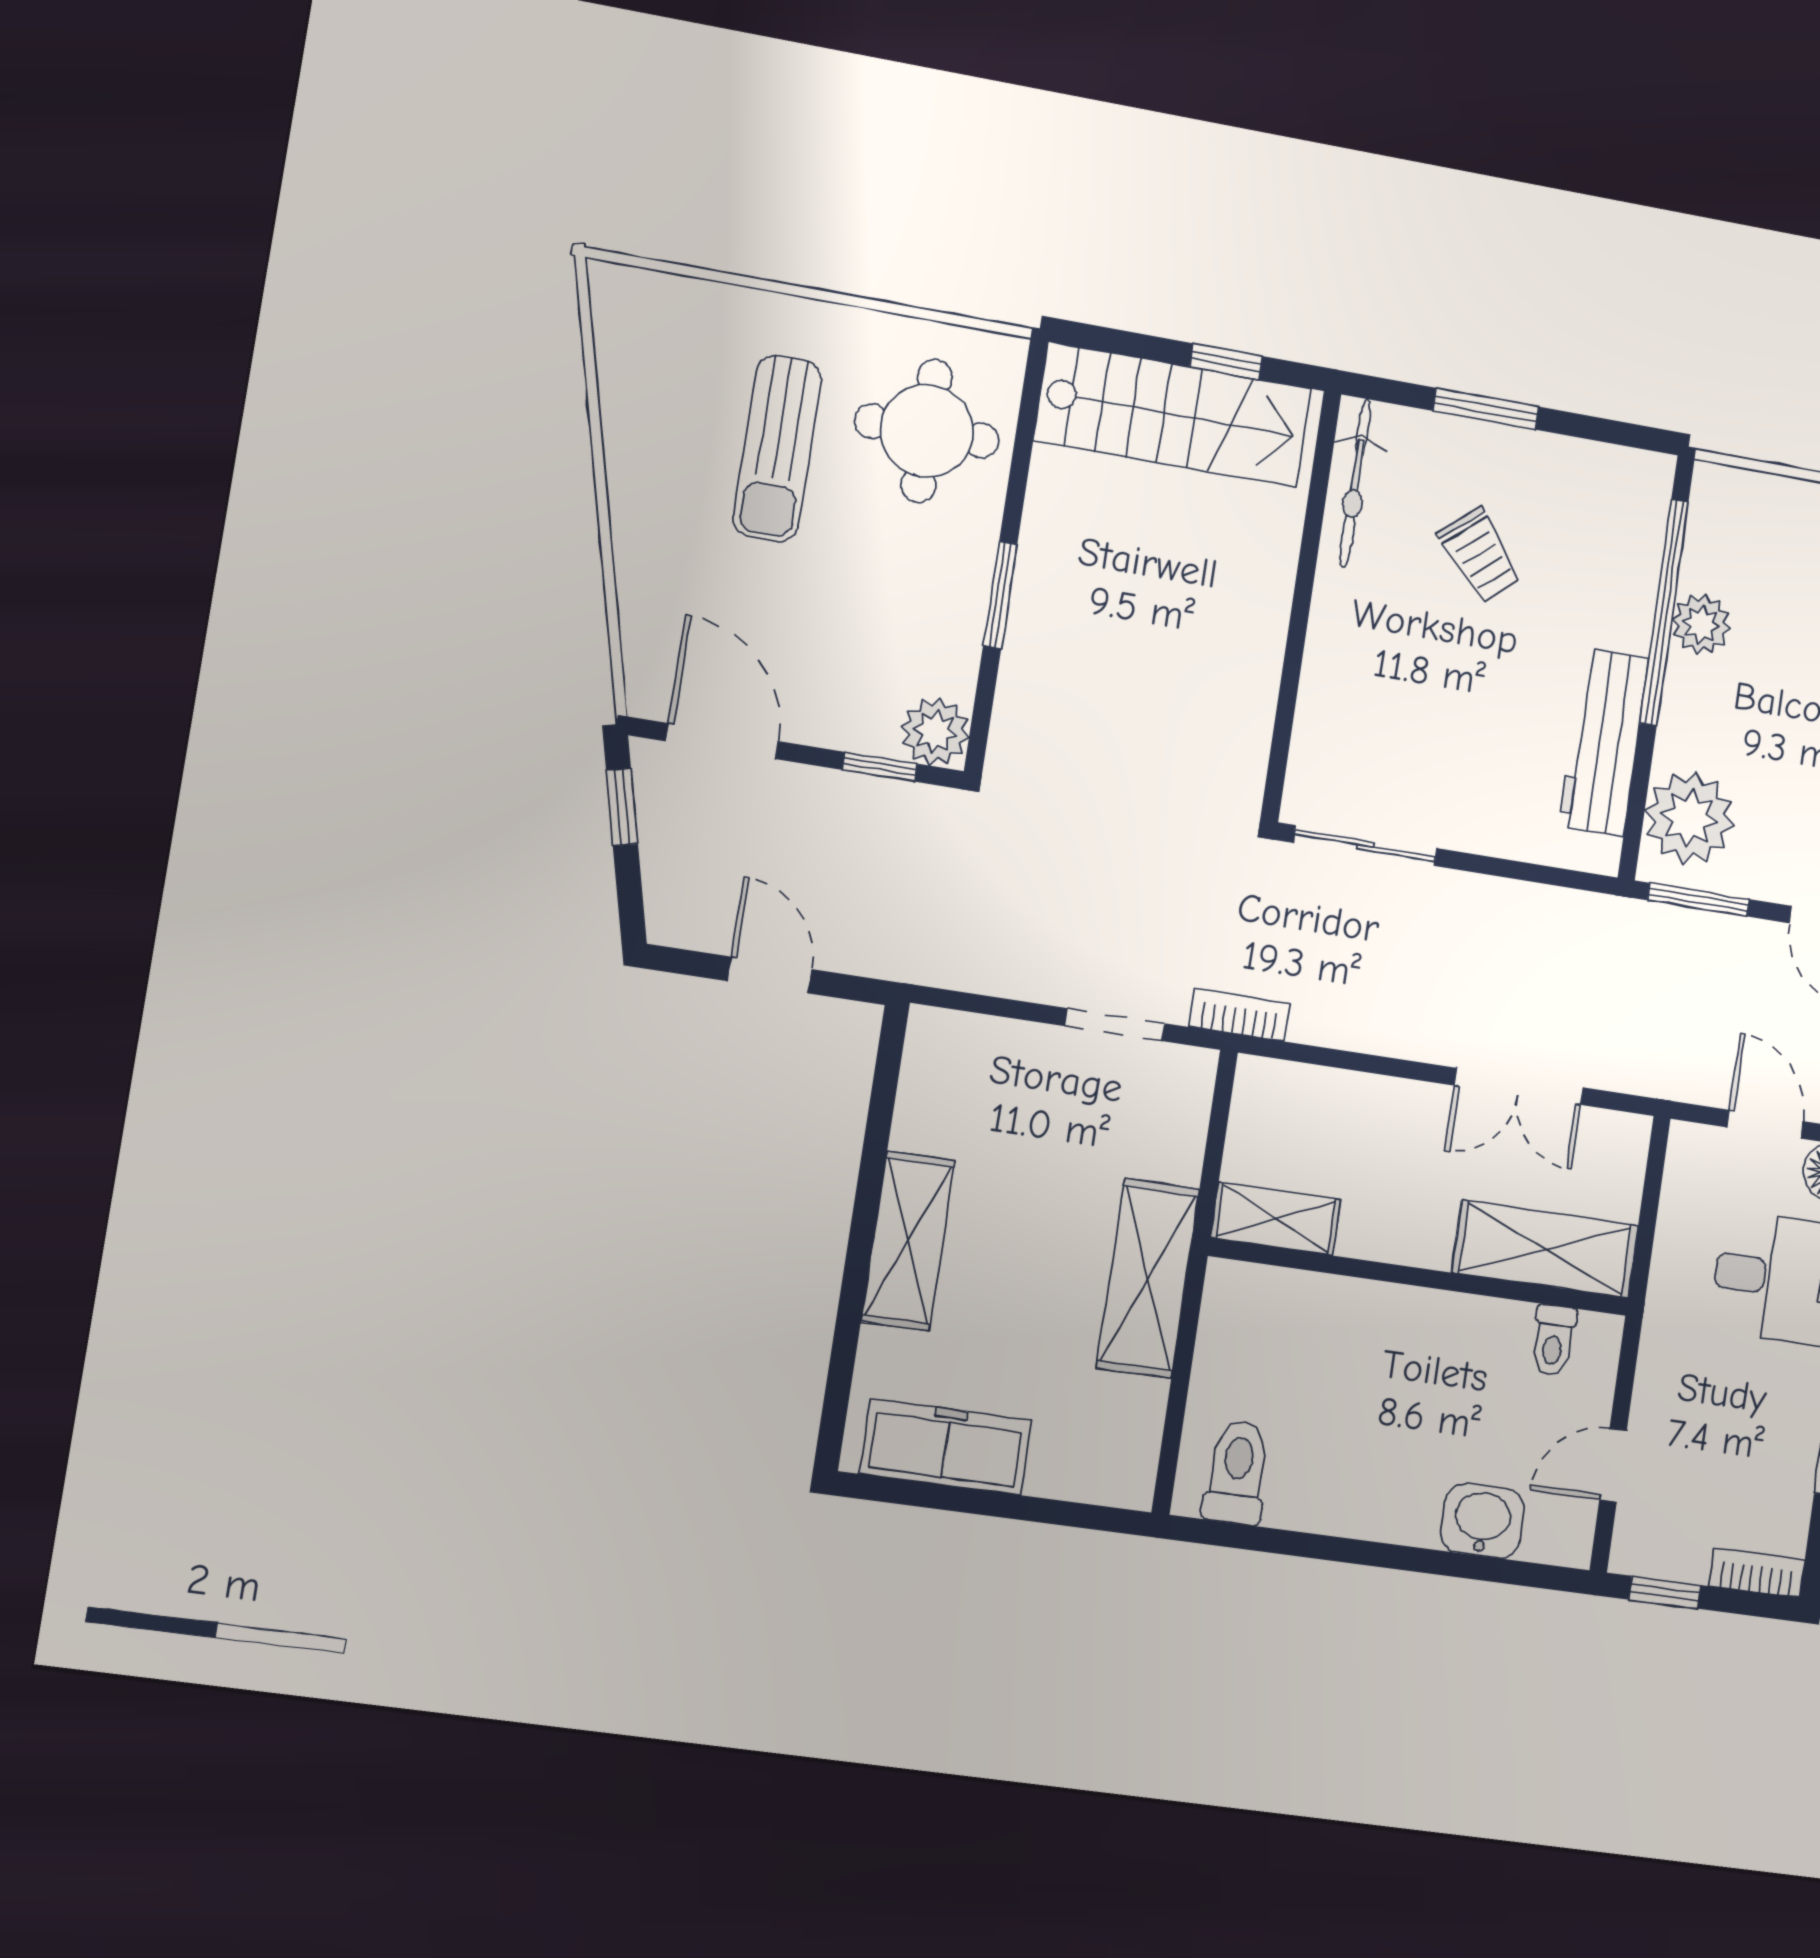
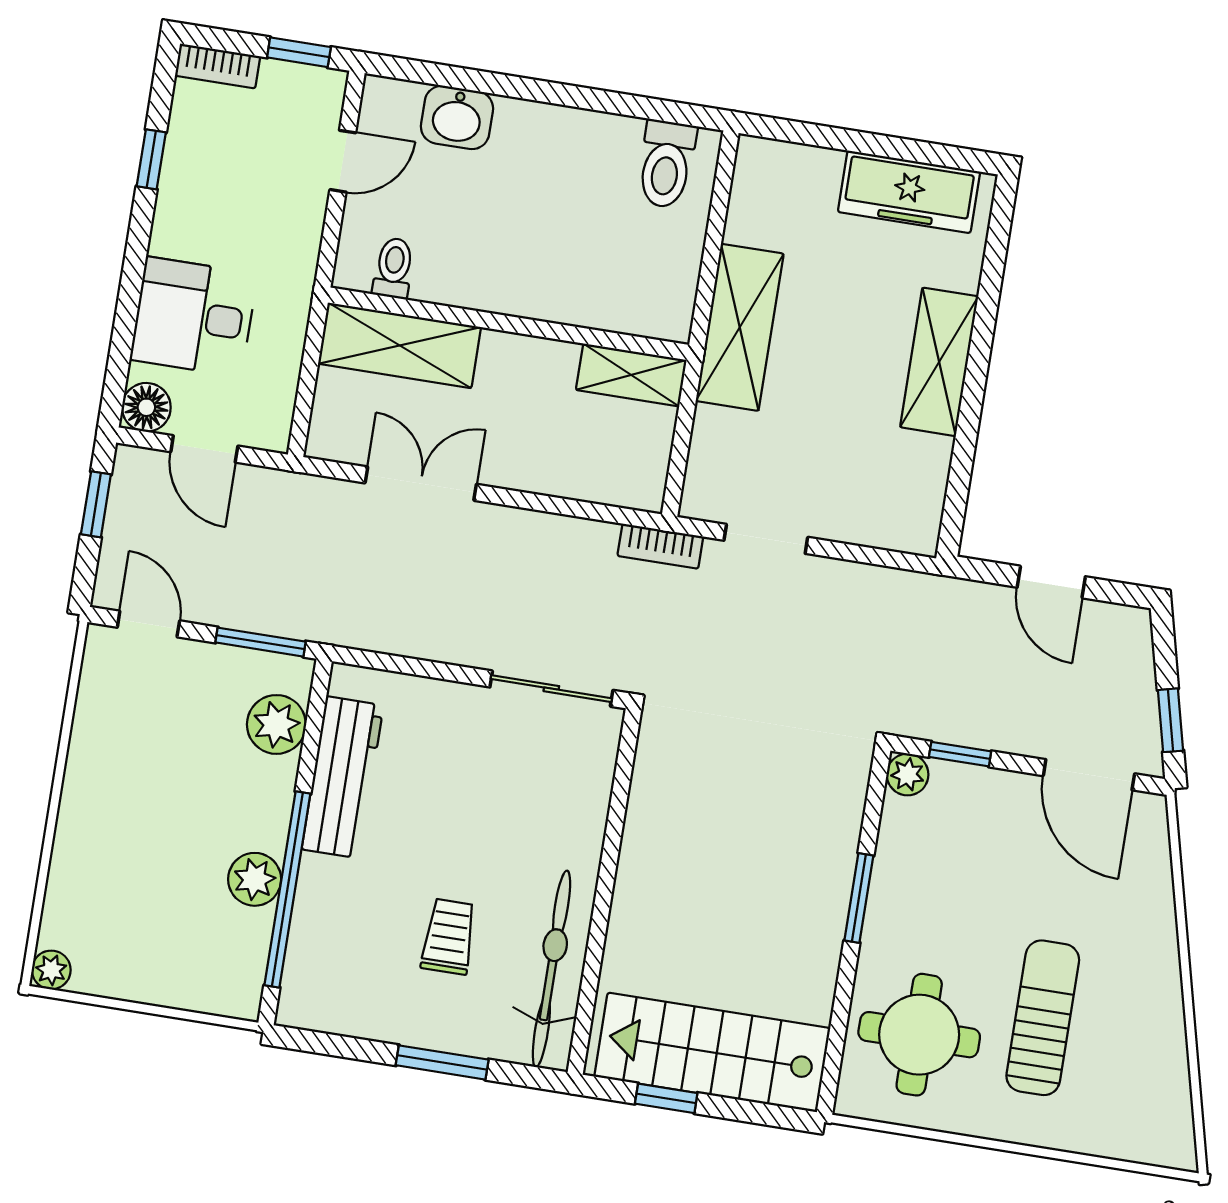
bicycle: (1355, 483) -> (551, 969), width x1.37, depth x1.40
trolley: (1480, 555) -> (449, 937), turned 40
plant: (935, 732) -> (908, 774), width x0.73, depth x0.73
plant: (1689, 818) -> (276, 724), width x0.73, depth x0.73

